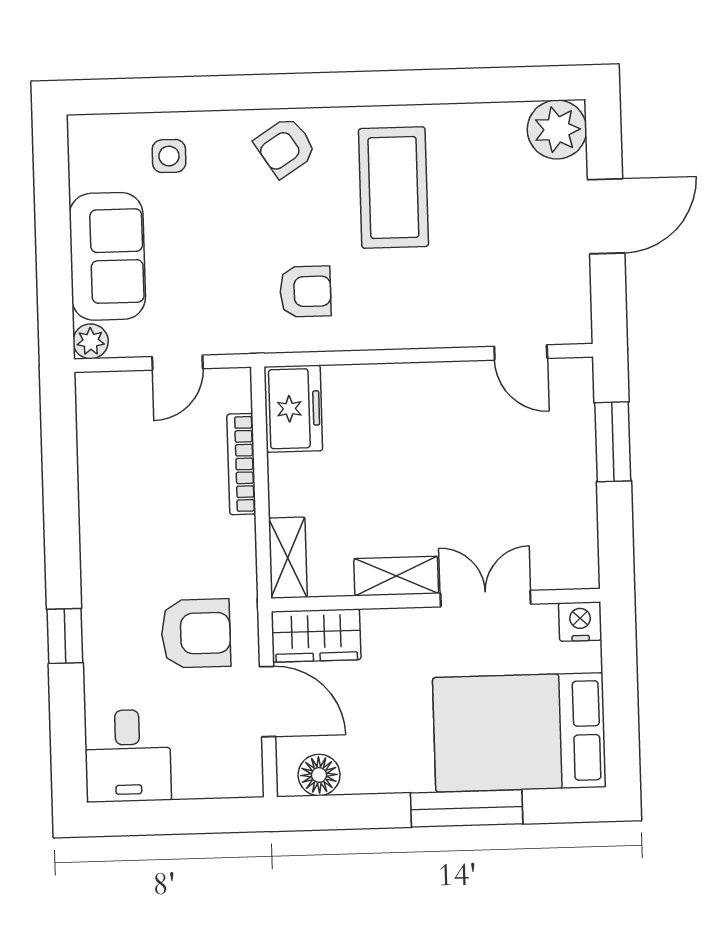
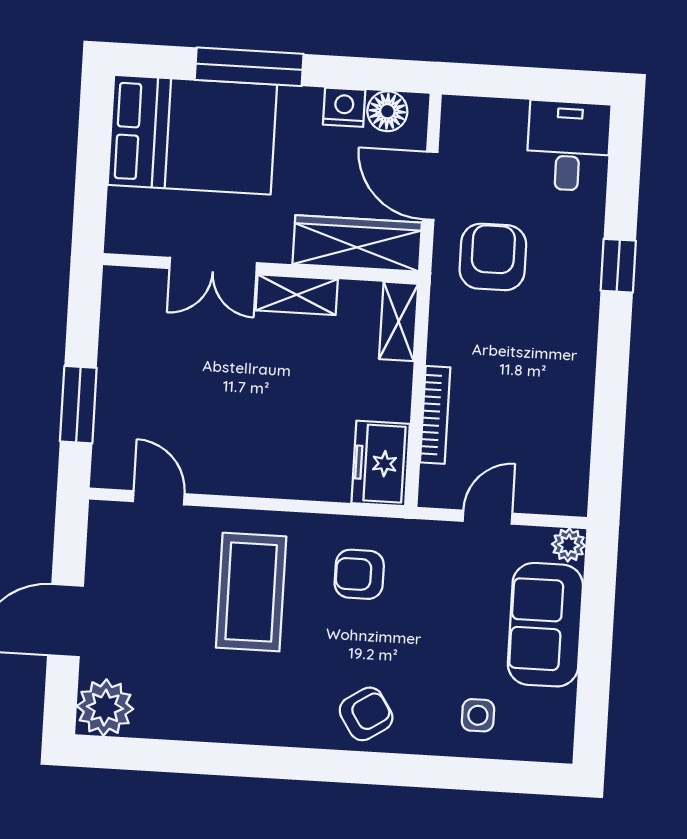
coffee table: (393, 188) -> (251, 592), moved
nightstand: (580, 621) -> (344, 107), moved, turned 180
armchair: (196, 633) -> (493, 257), turned 90
wardrobe: (316, 636) -> (357, 243), width x1.50

